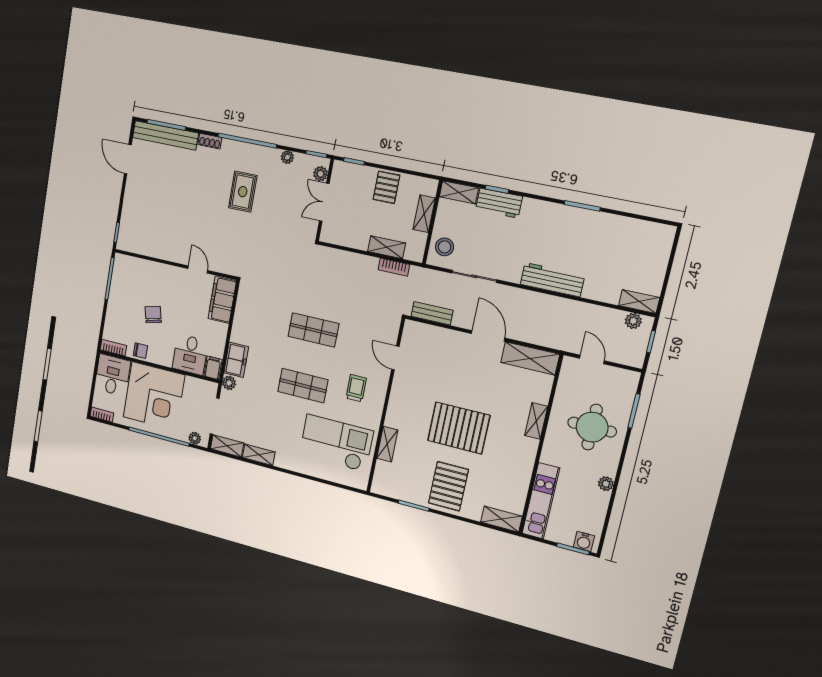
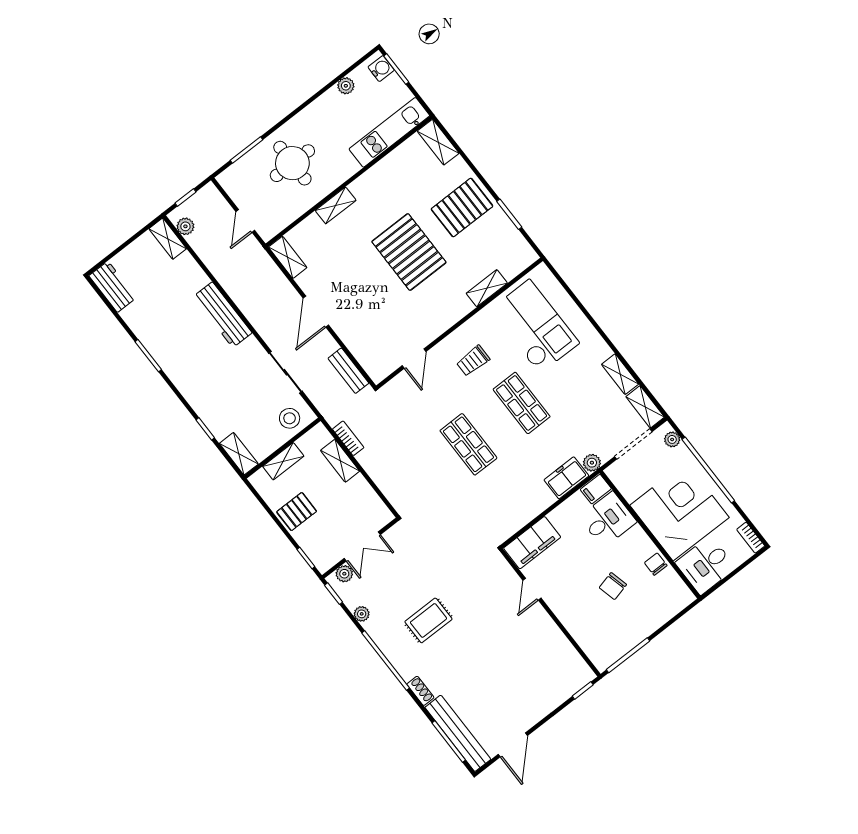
workbench: (499, 203) -> (113, 287), moved
bookcase: (113, 348) -> (682, 590), removed
shelving: (530, 358) -> (288, 257), width x0.67, depth x0.75
checkout: (336, 443) -> (535, 326), turned 180
plant: (606, 484) -> (346, 86), moved

